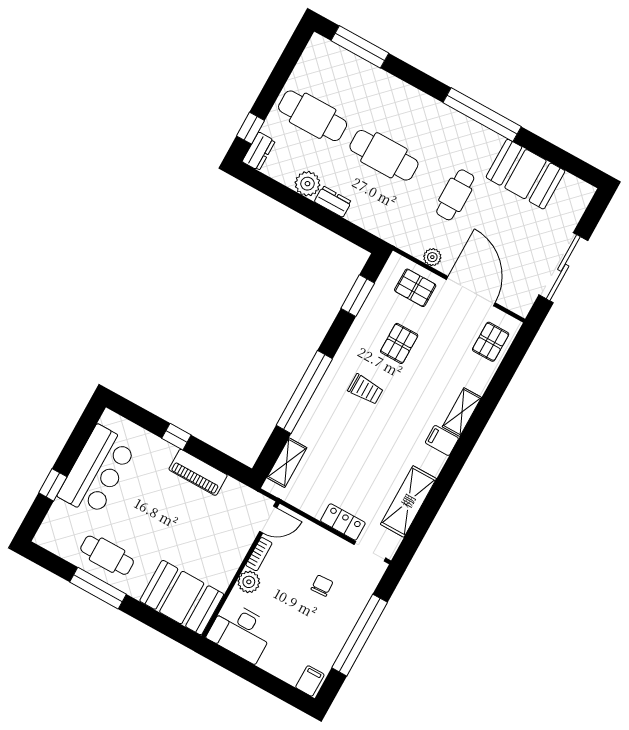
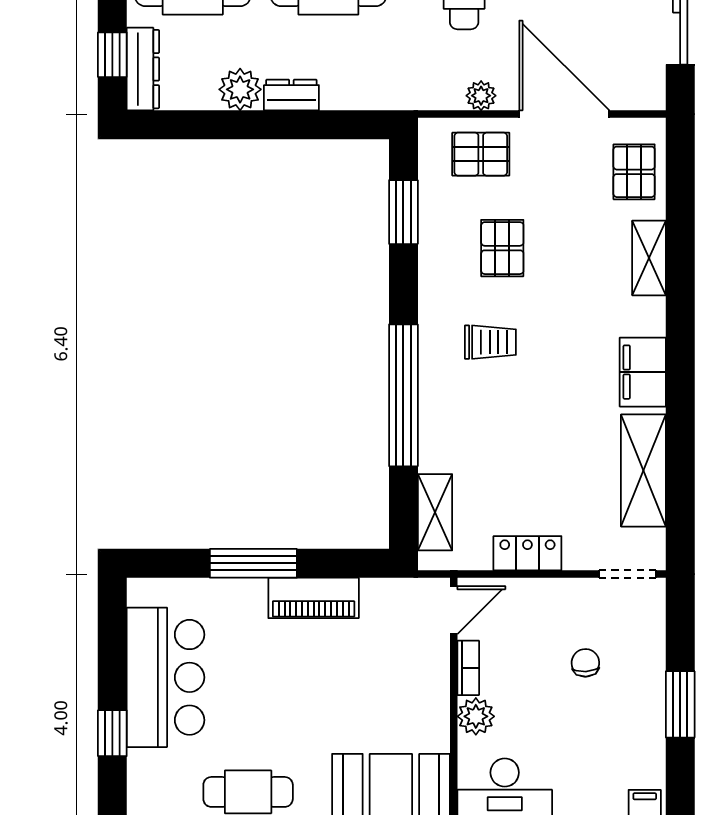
dresser: (259, 151) -> (143, 69), width x1.44
shelving: (462, 412) -> (649, 258), moved
window: (176, 437) -> (253, 563), width x2.17
filing cabinet: (442, 440) -> (643, 372), width x2.00
locker: (343, 522) -> (527, 553), moved
window: (360, 635) -> (680, 704), width x0.47

